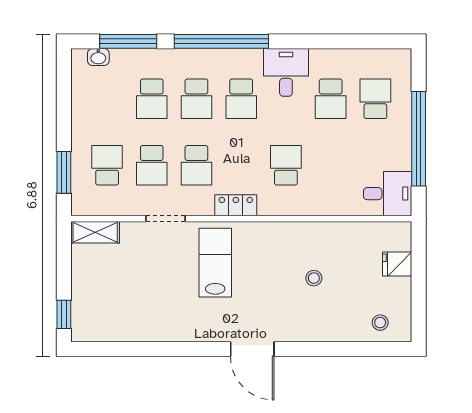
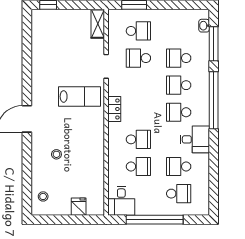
school desk: (196, 165) -> (138, 166), moved, turned 180
stool: (314, 278) -> (56, 154), moved

